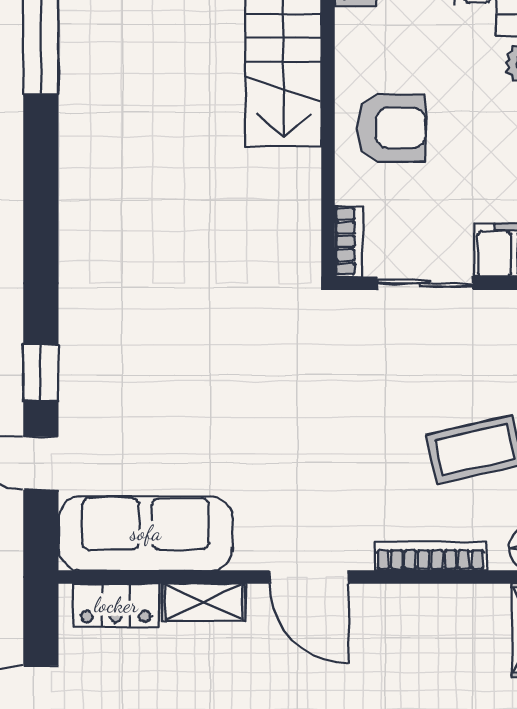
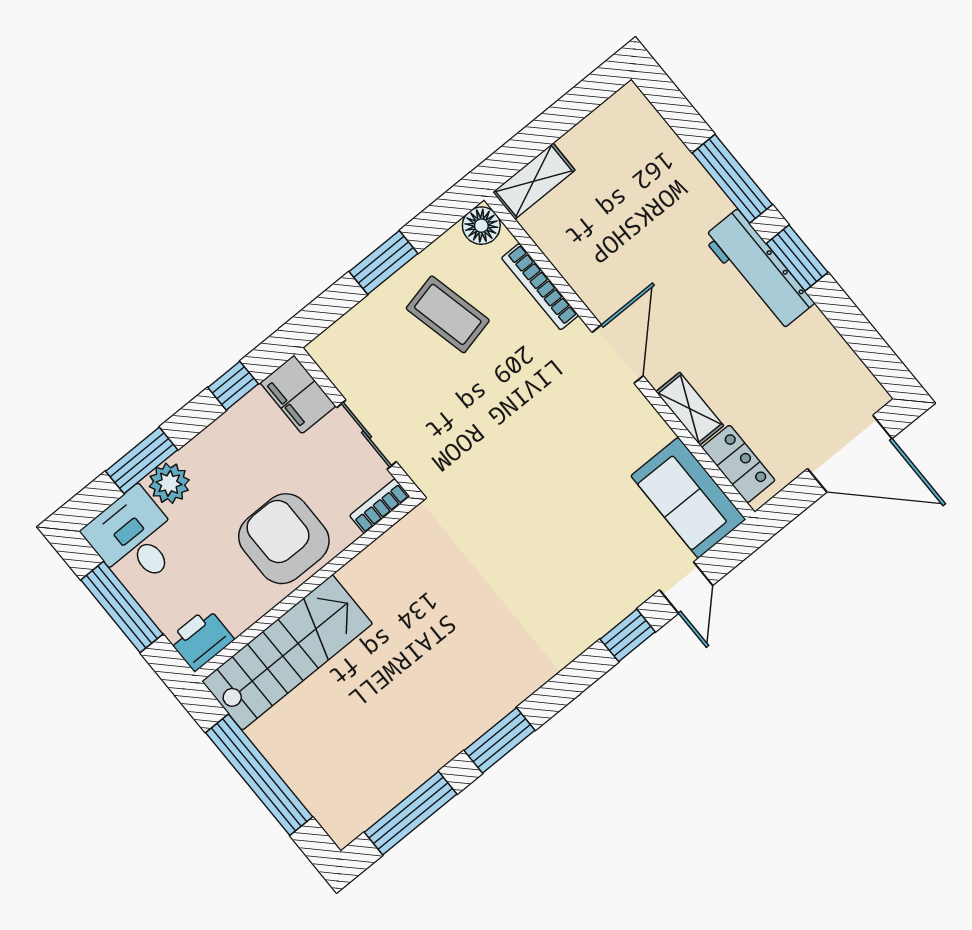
armchair: (391, 128) -> (284, 539), width x1.36, depth x1.36
window: (41, 175) -> (500, 740), added
sofa: (146, 533) -> (688, 498), width x0.73

